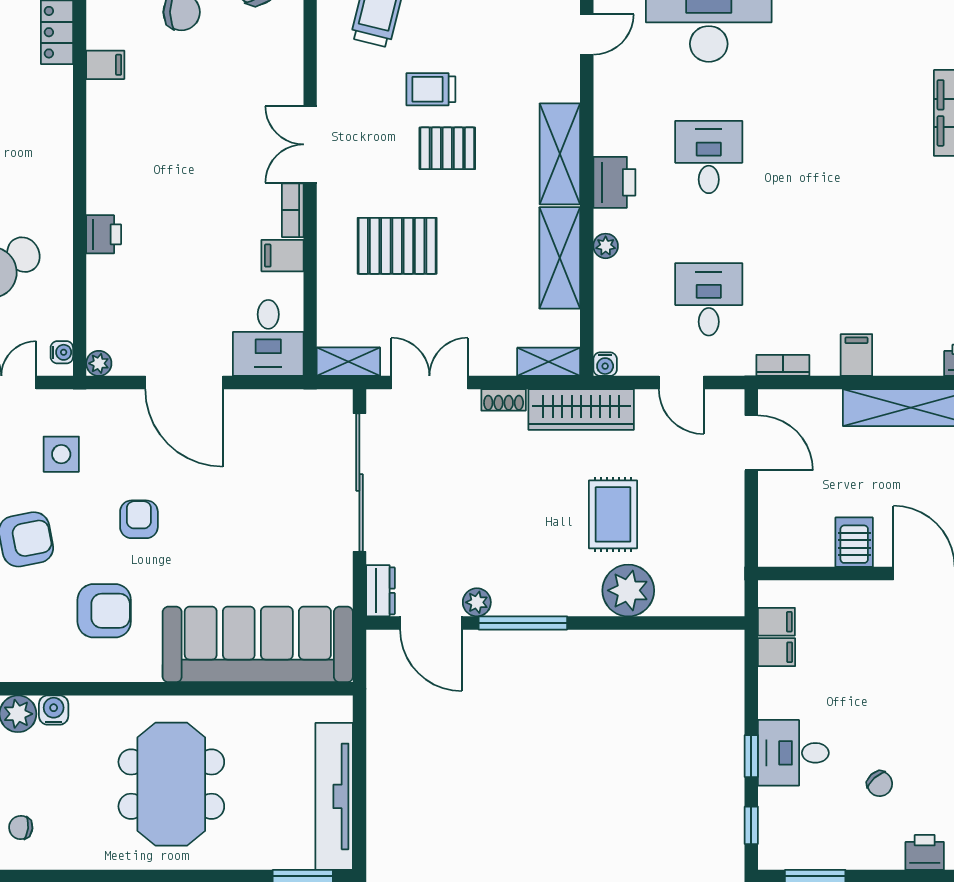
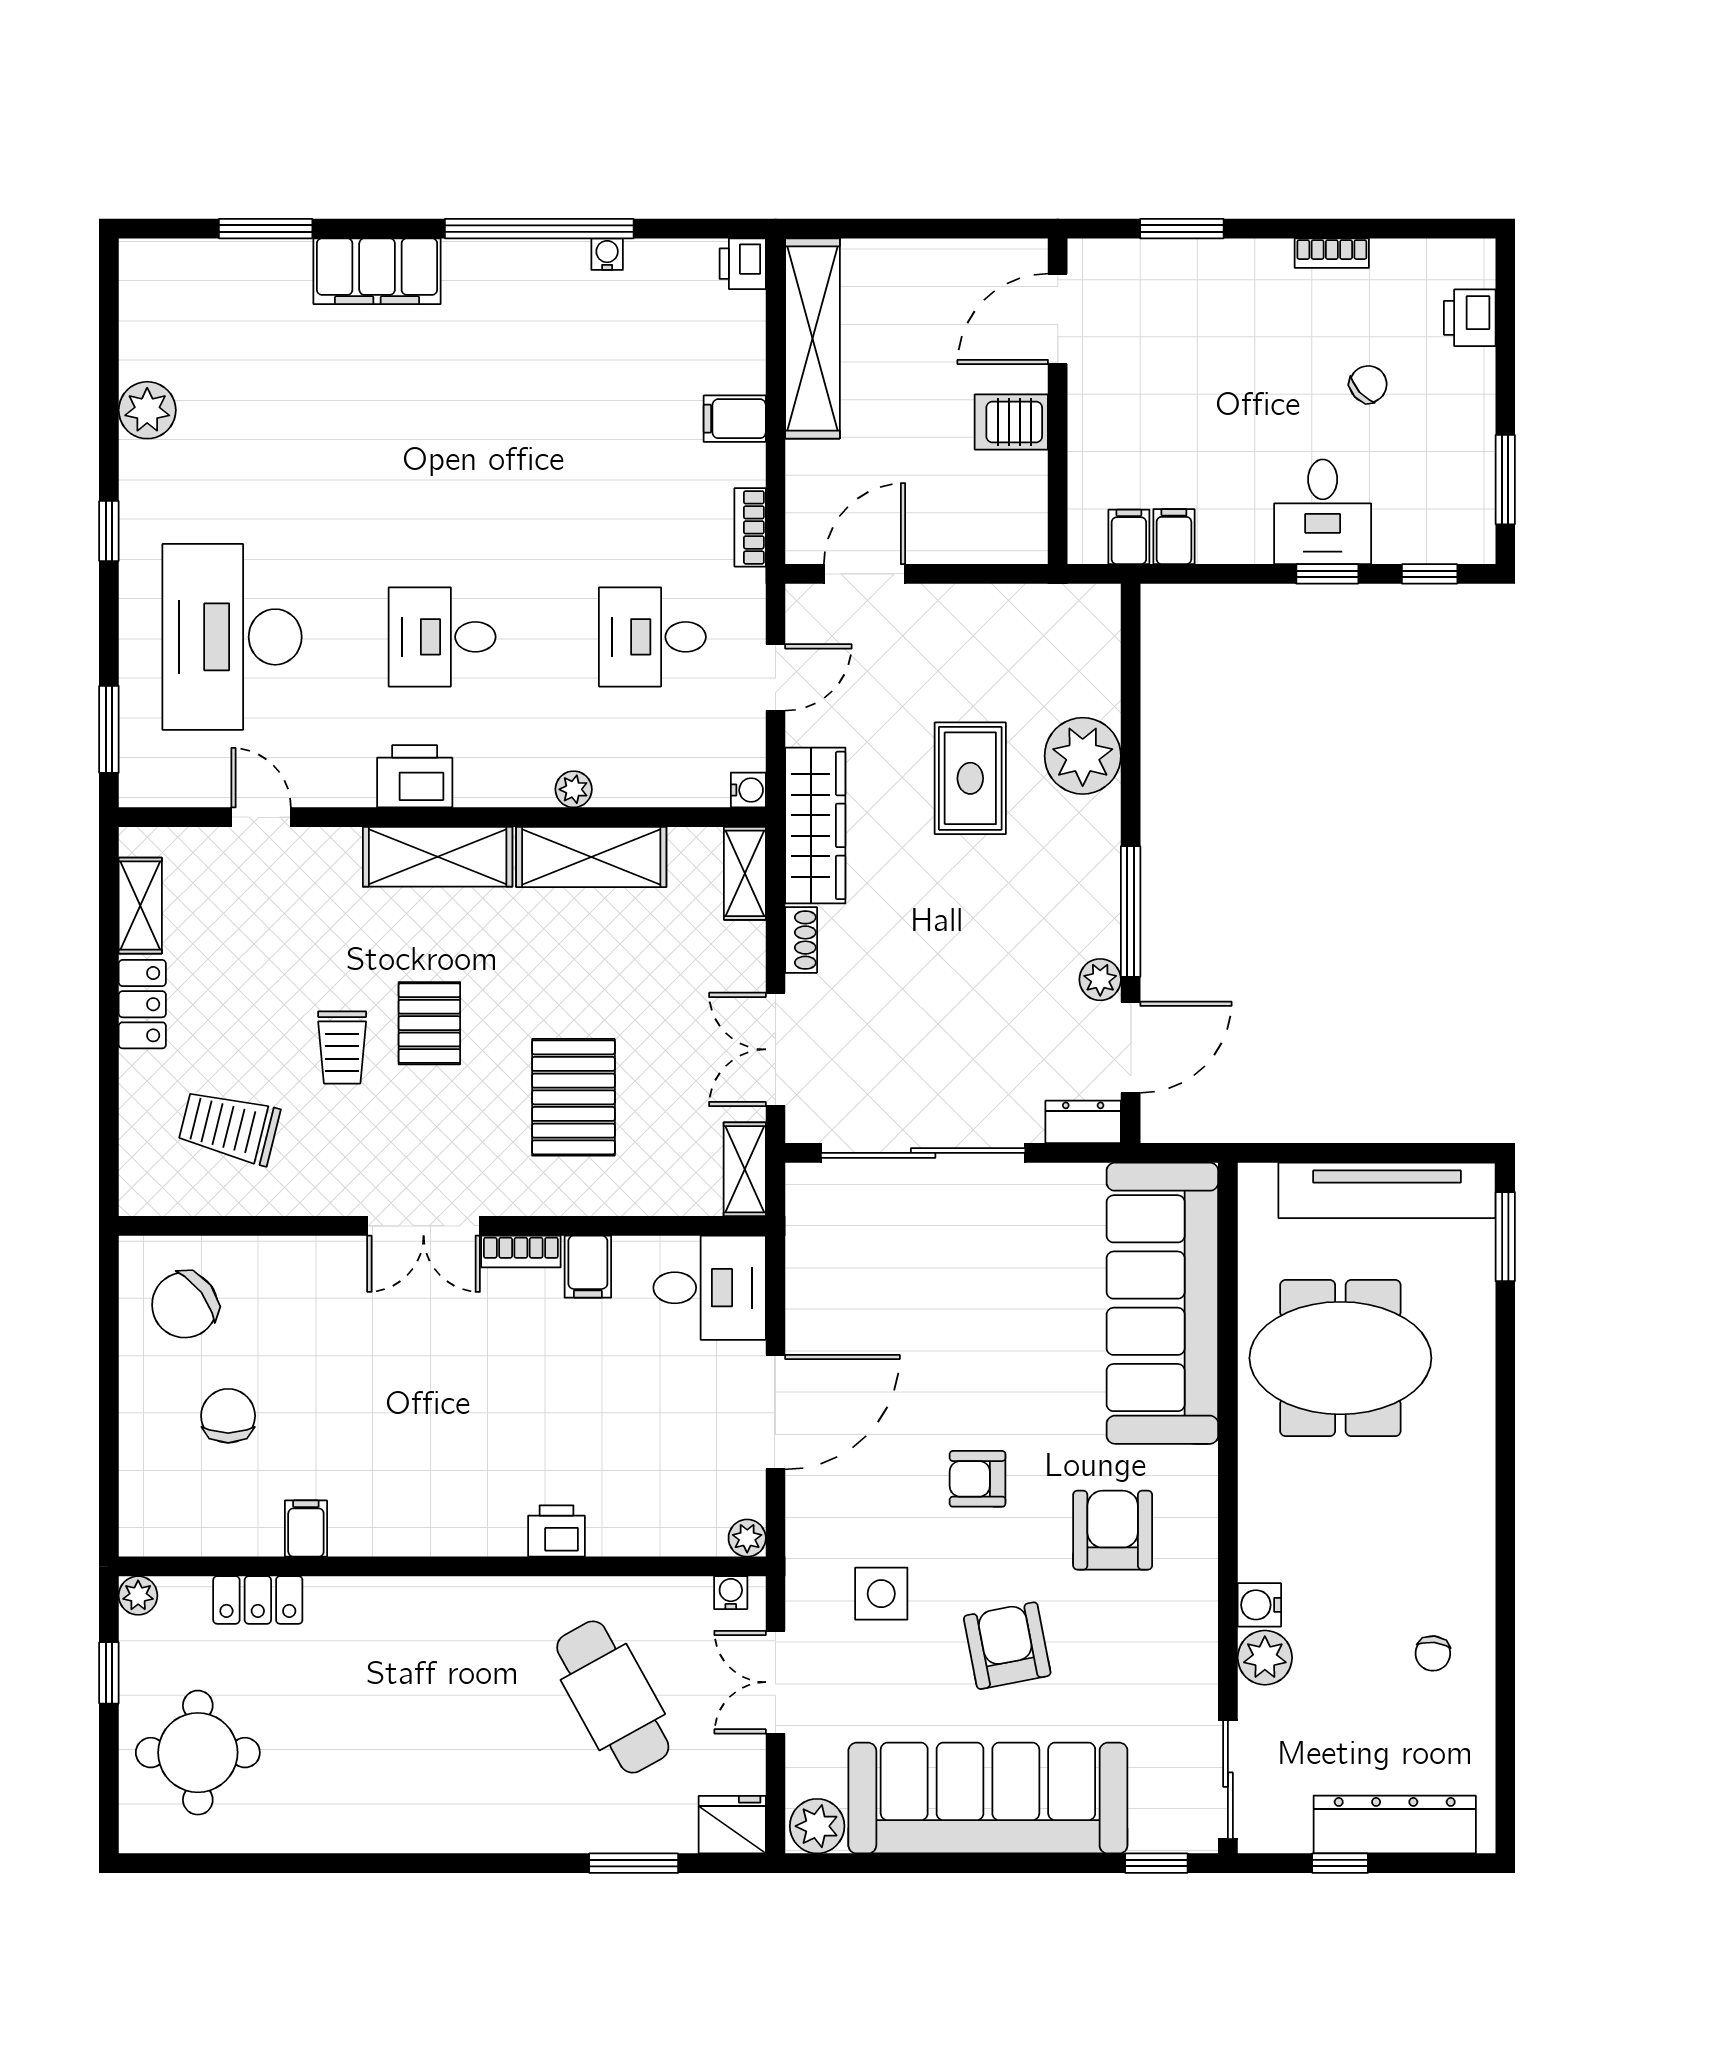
printer: (614, 182) -> (415, 776), moved
rug: (613, 514) -> (970, 778), turned 90
meeting table: (171, 784) -> (1340, 1358), moved

